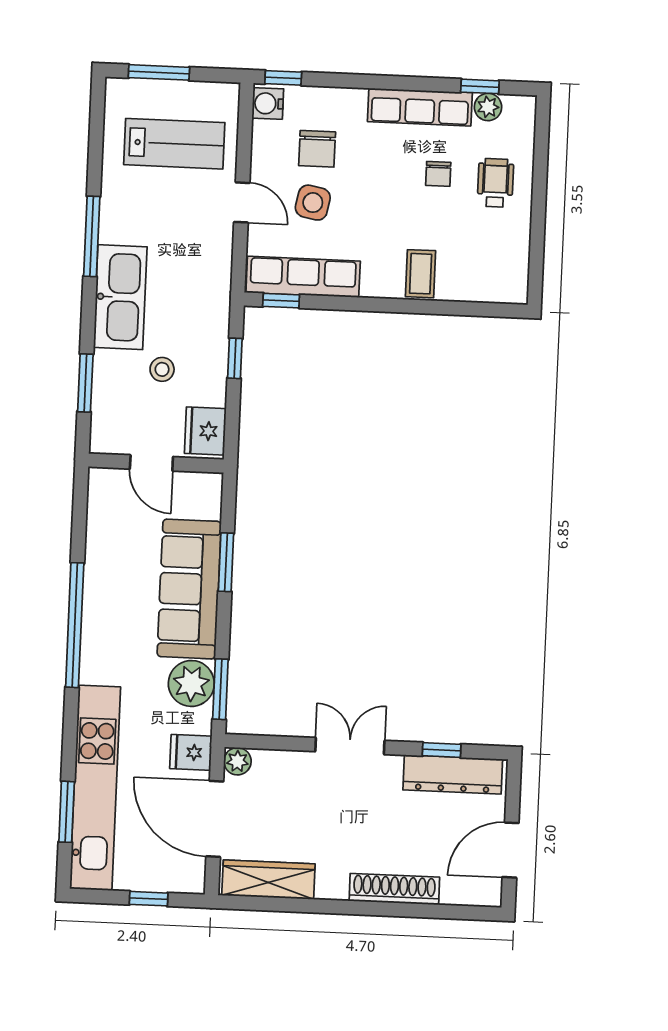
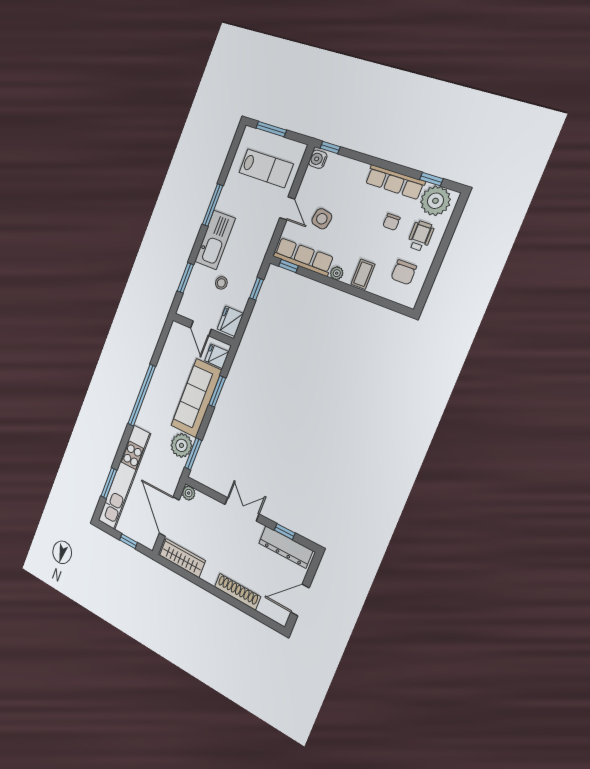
plant: (488, 107) -> (435, 201), width x1.87, depth x1.87
chair: (317, 149) -> (404, 272), moved
plant: (374, 286) -> (337, 273), added
fridge: (191, 752) -> (217, 356), moved

